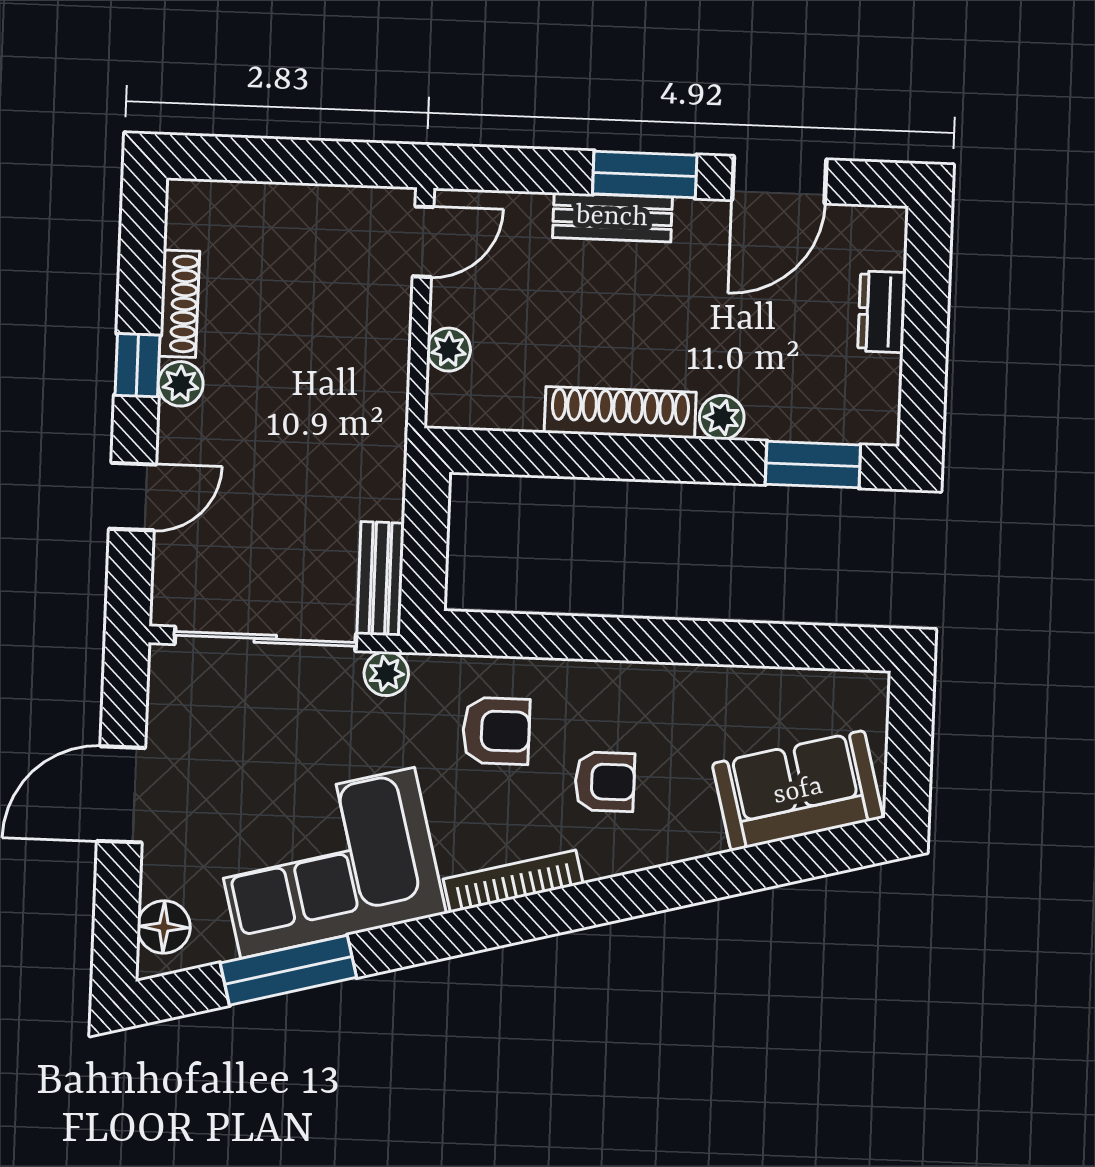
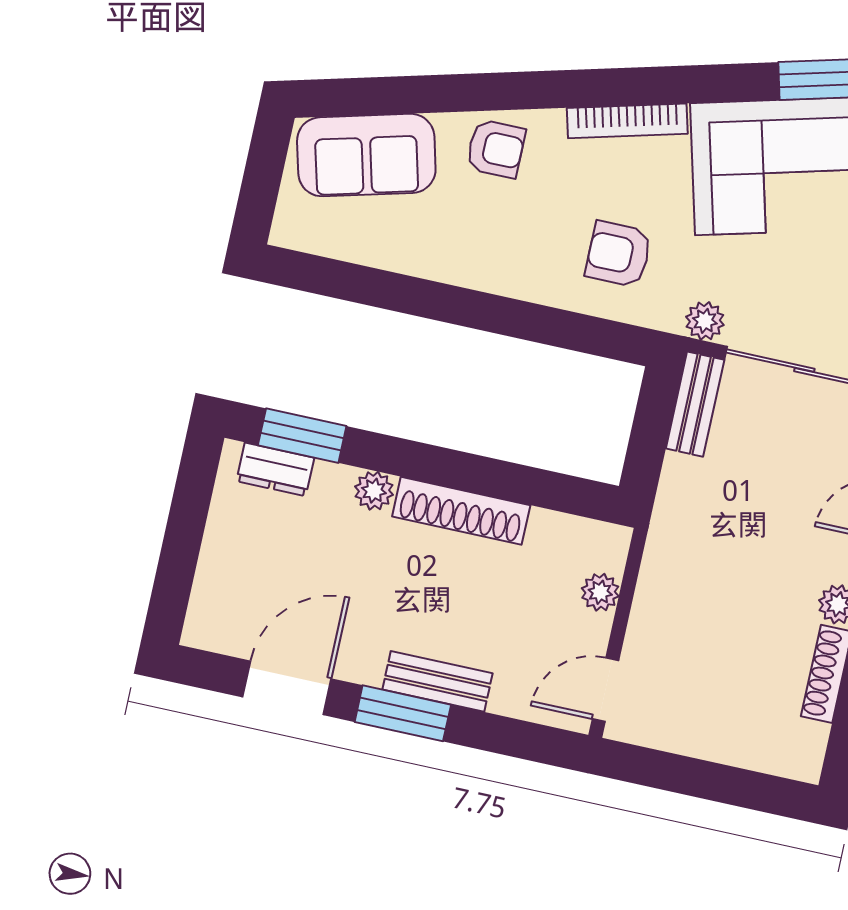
dresser: (882, 312) -> (275, 469), moved, turned 90
armchair: (605, 782) -> (496, 149), moved, turned 180

